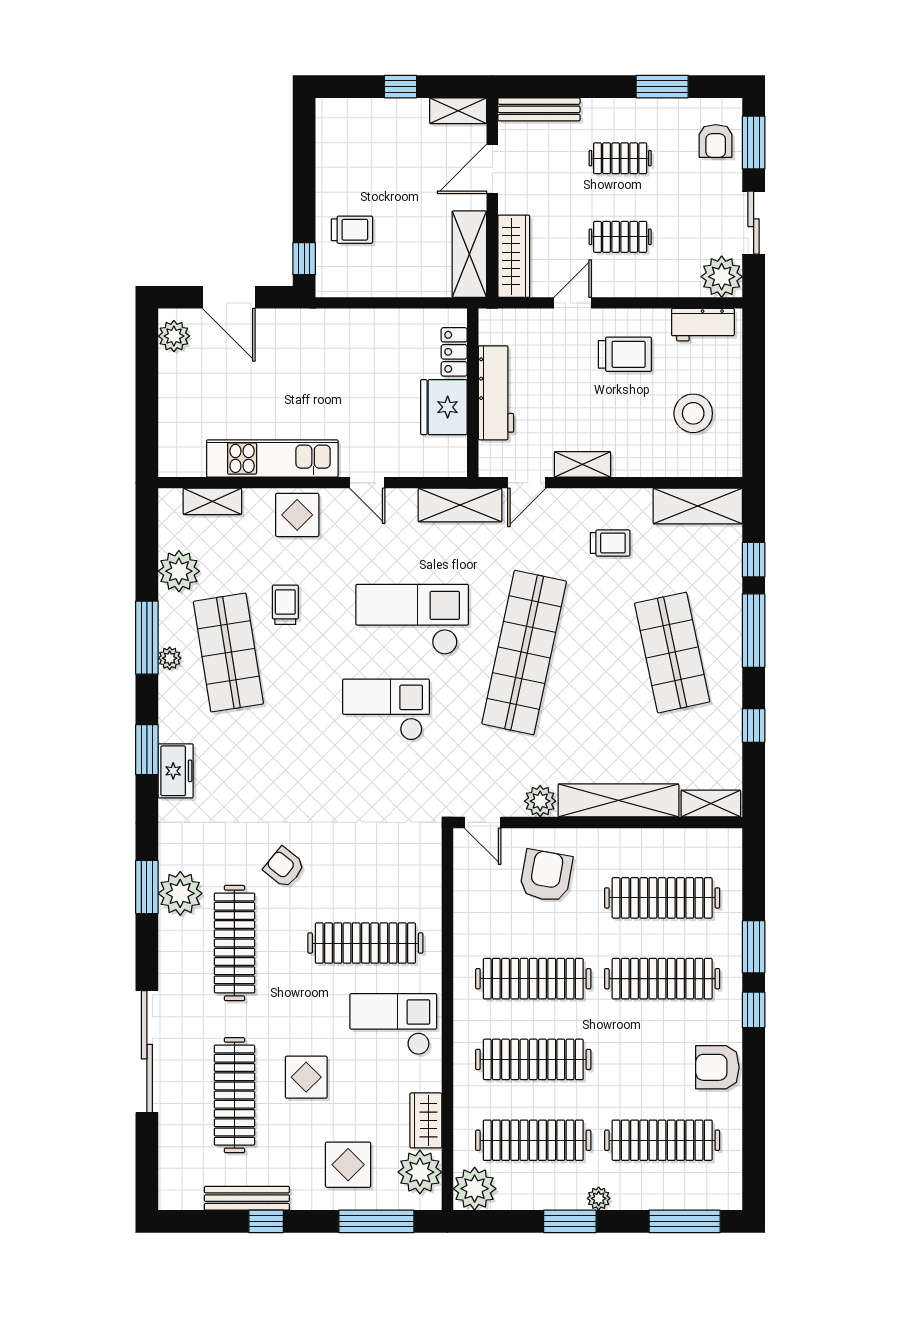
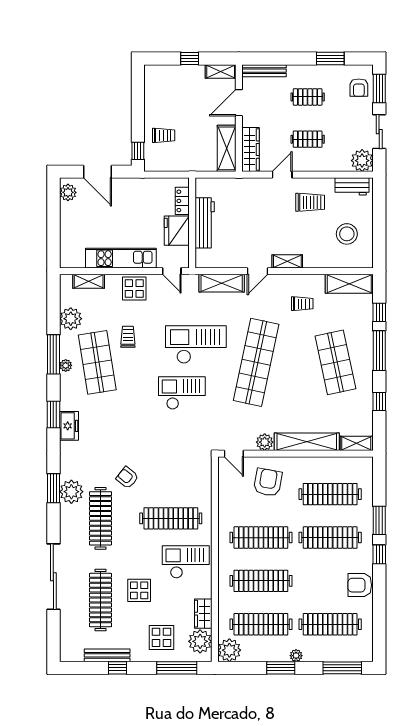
locker: (454, 352) -> (182, 201), moved
wall: (473, 393) -> (192, 223), moved
workbench: (496, 393) -> (205, 223), moved
fridge: (444, 407) -> (177, 231), moved

